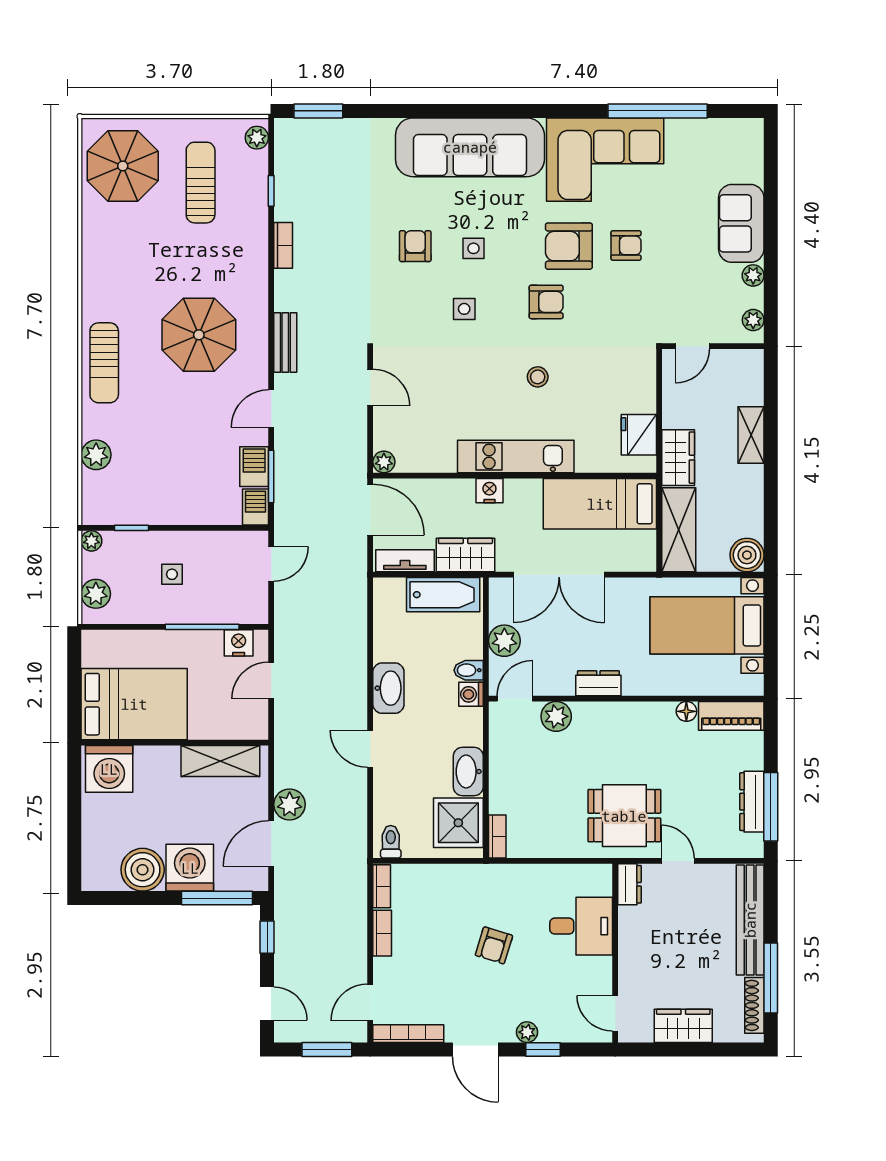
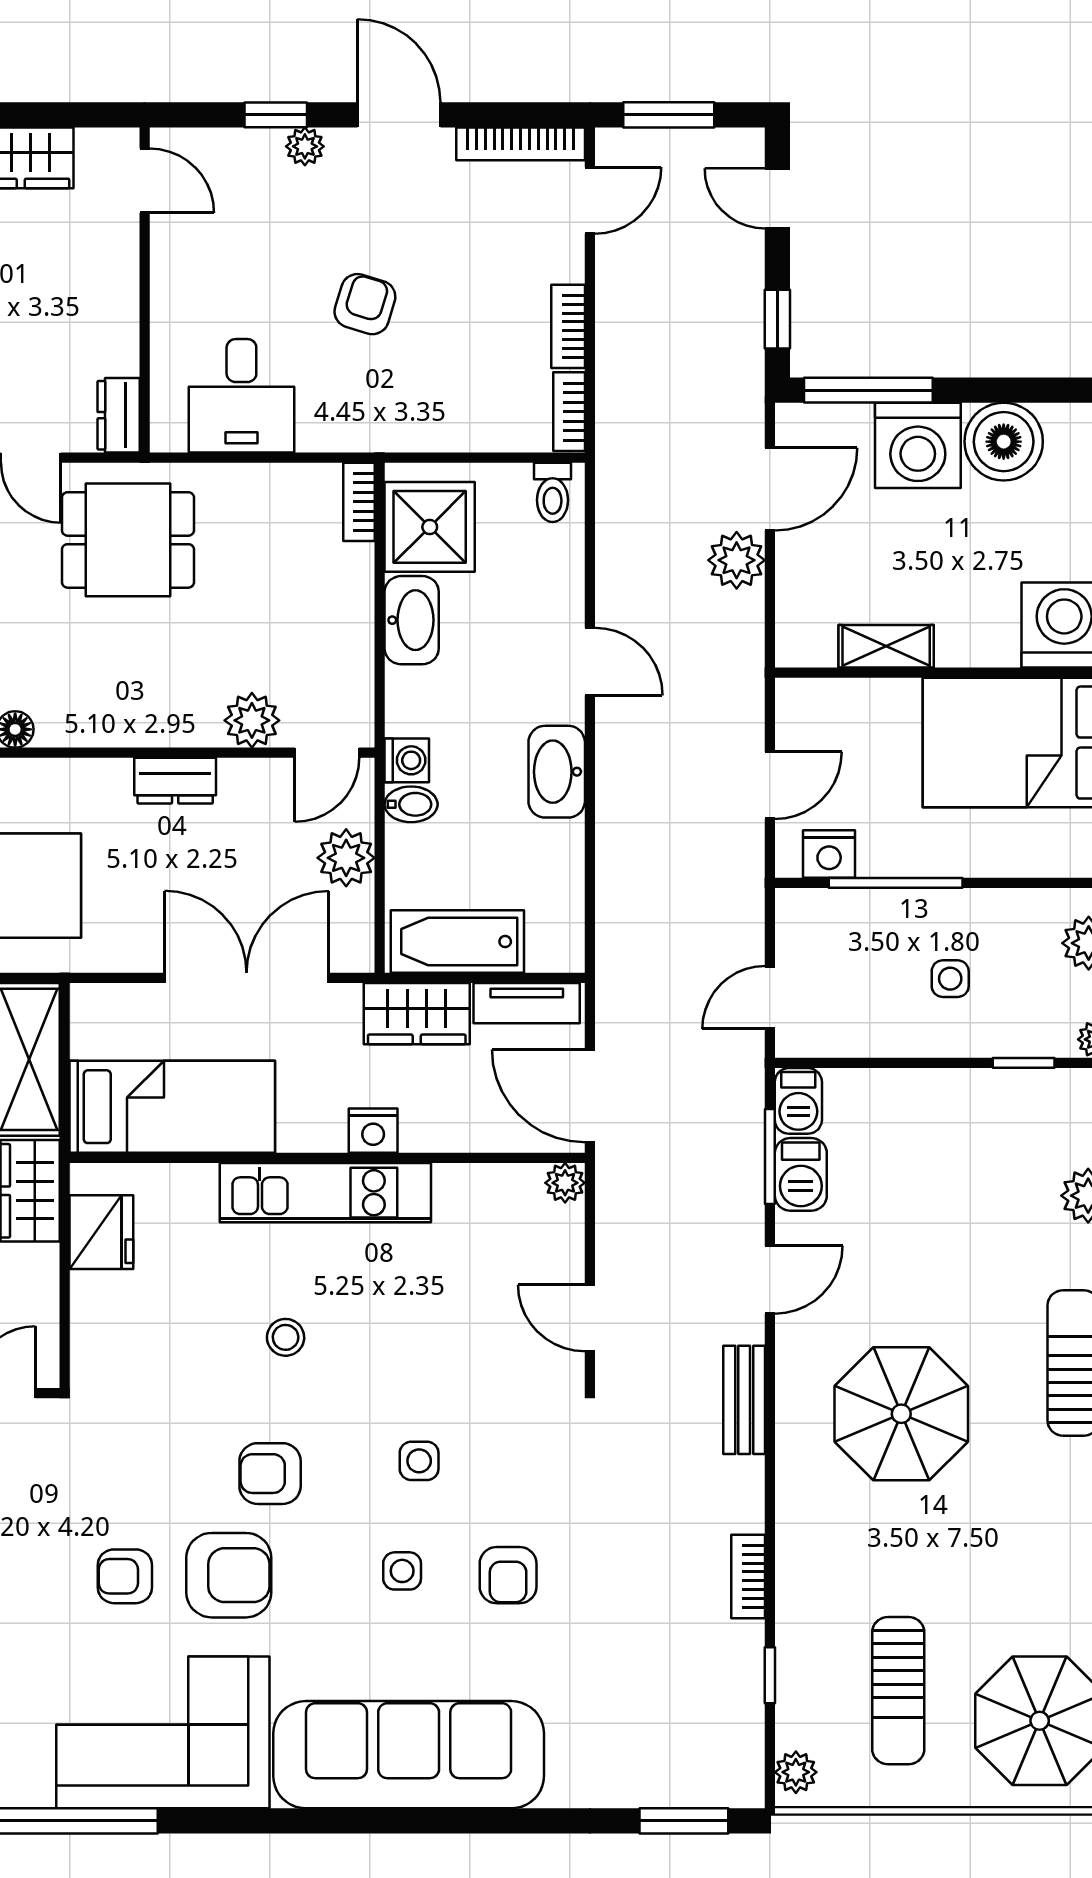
shelving: (220, 761) -> (886, 646), width x0.67, depth x0.75
desk: (581, 926) -> (241, 396), moved, turned -90

